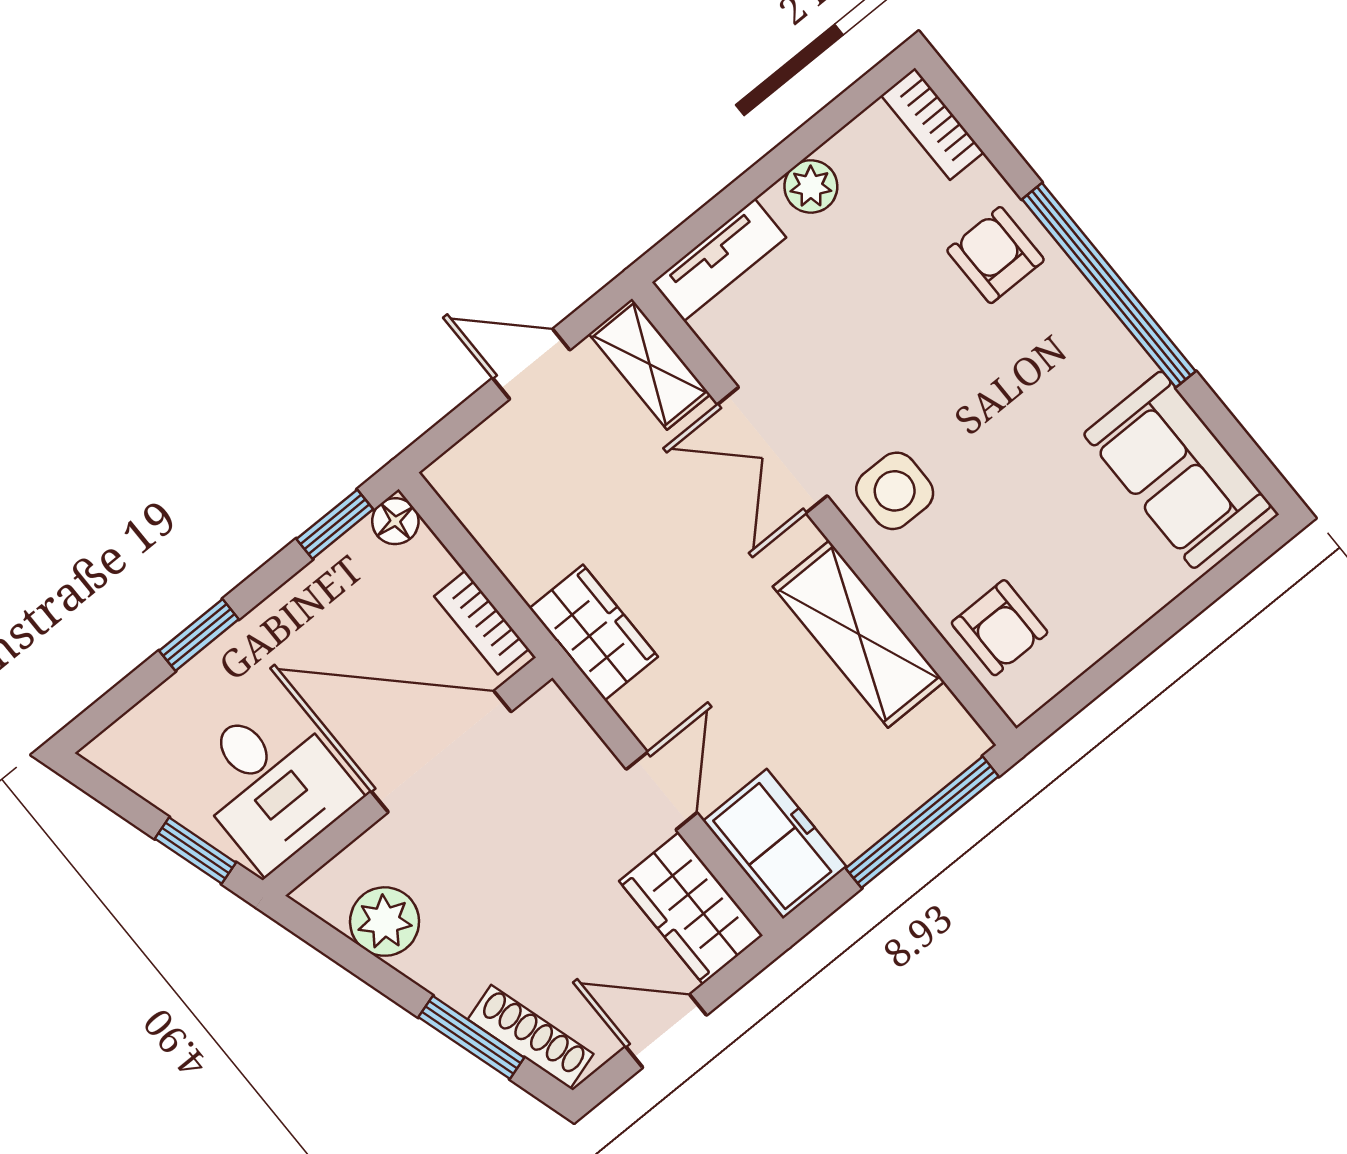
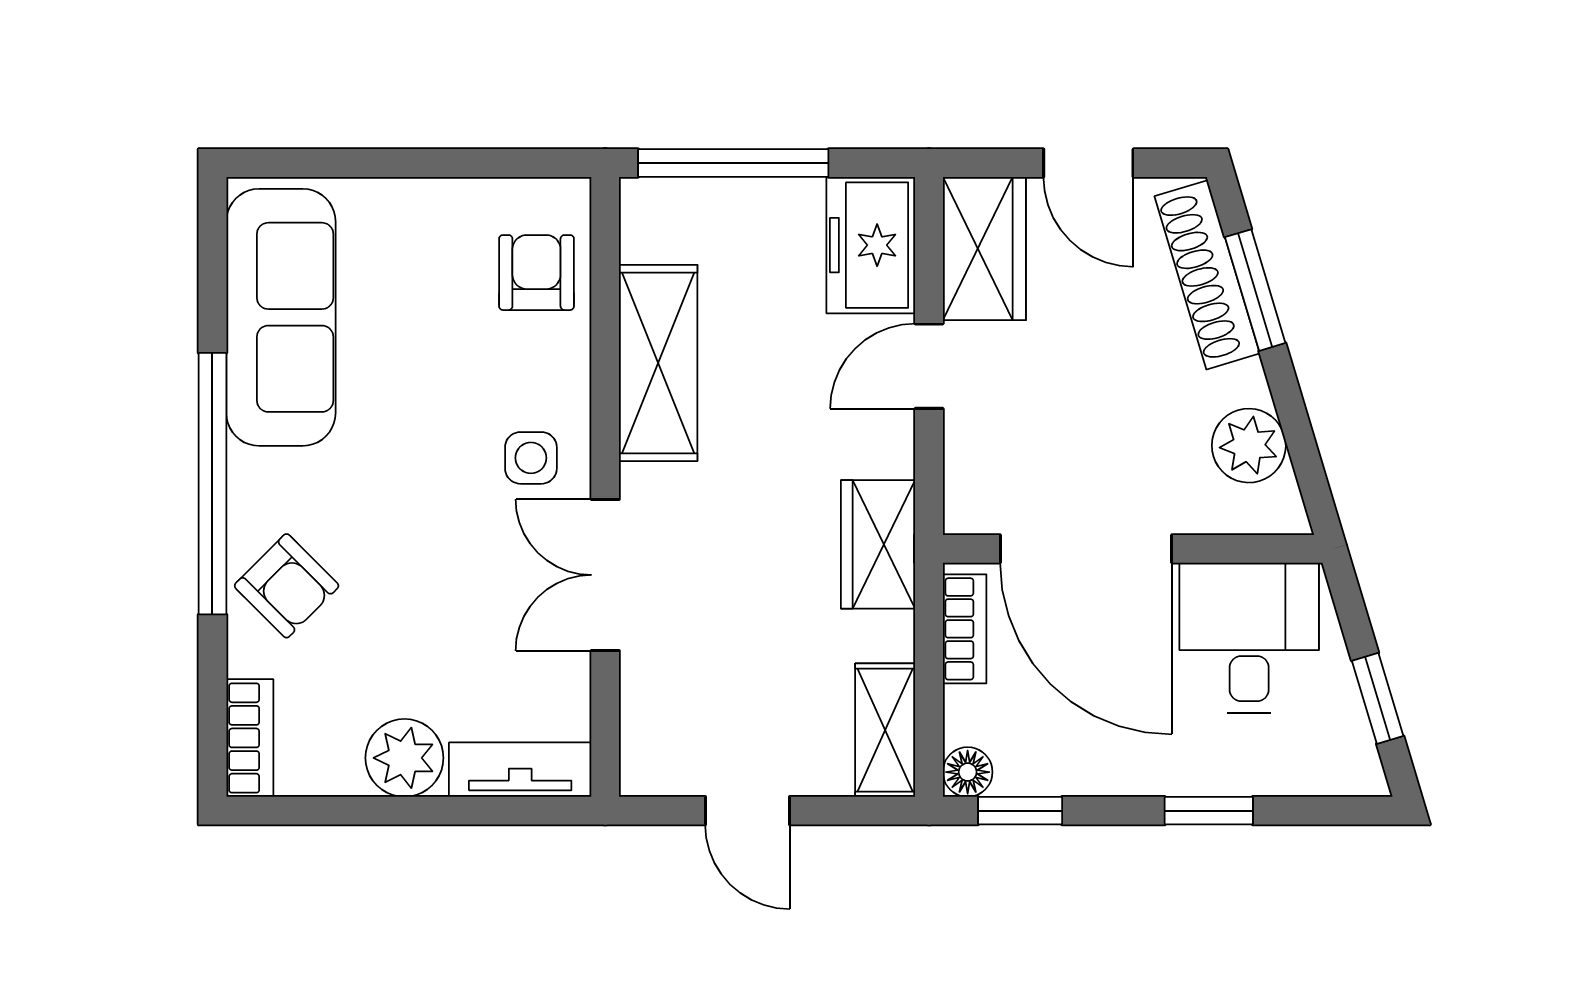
plant: (811, 186) -> (404, 758), width x1.38, depth x1.38
armchair: (996, 255) -> (287, 586), turned -45
shelving: (650, 364) -> (885, 730), moved
double door: (772, 450) -> (605, 575), swing flipped
sofa: (1177, 470) -> (281, 317), width x1.36
side table: (895, 491) -> (531, 458), width x0.73, depth x0.73
window: (195, 851) -> (1378, 698), moved
shoe rack: (531, 1037) -> (1207, 275), width x1.36, depth x1.24

